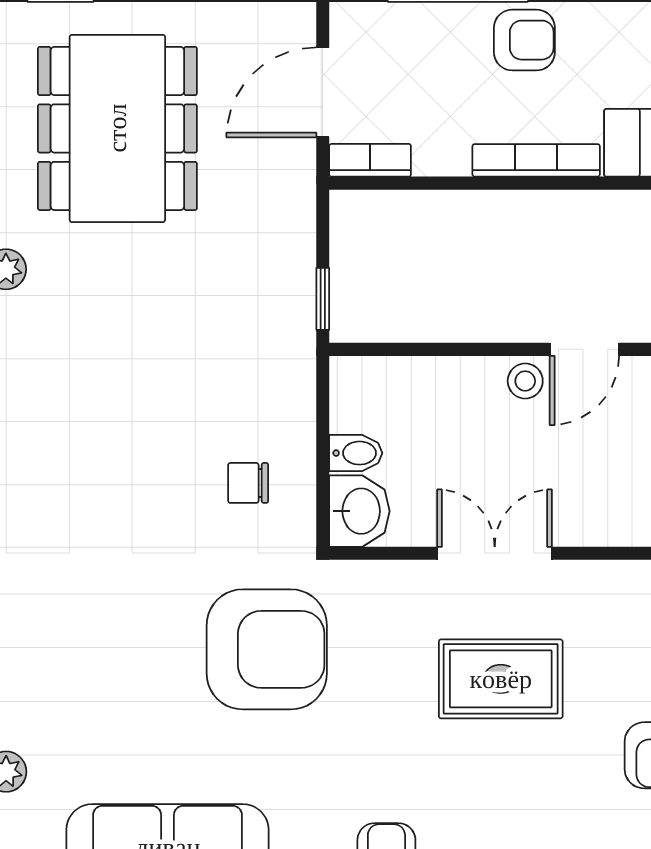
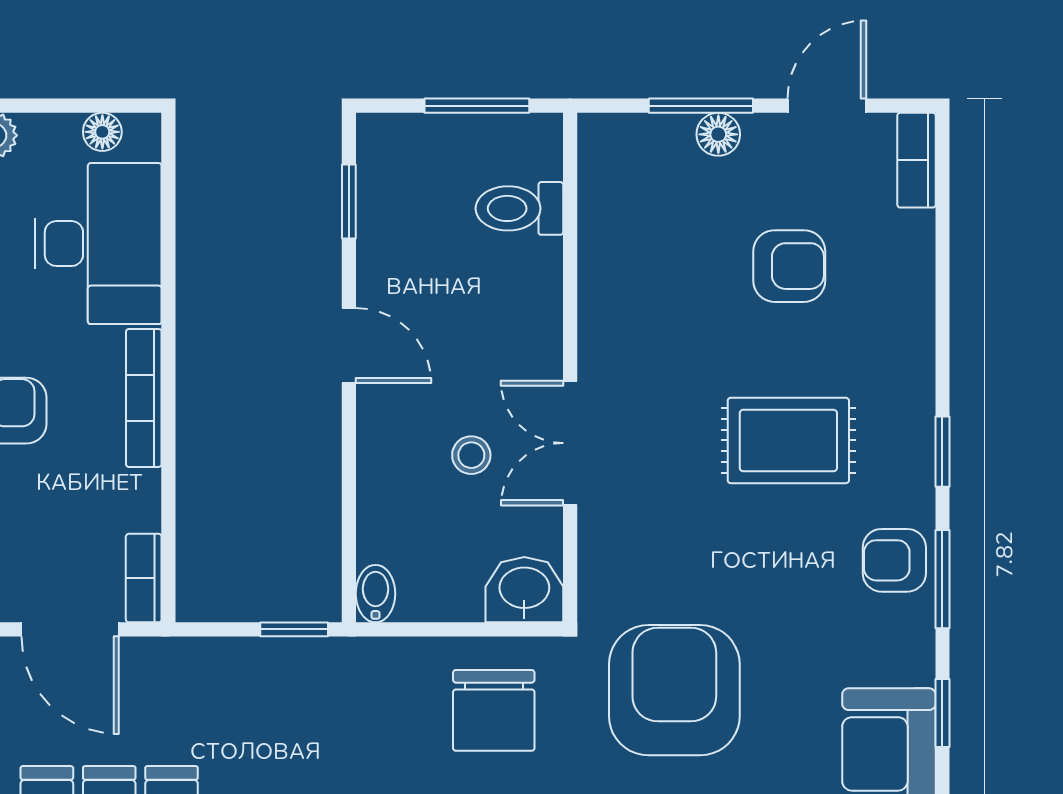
stool: (525, 381) -> (471, 455), moved
bidet: (356, 453) -> (375, 594), moved
chair: (248, 483) -> (494, 710), width x1.87, depth x1.87
rug: (501, 679) -> (788, 440), moved, turned 90

